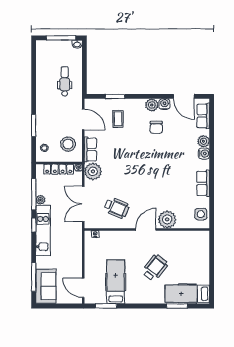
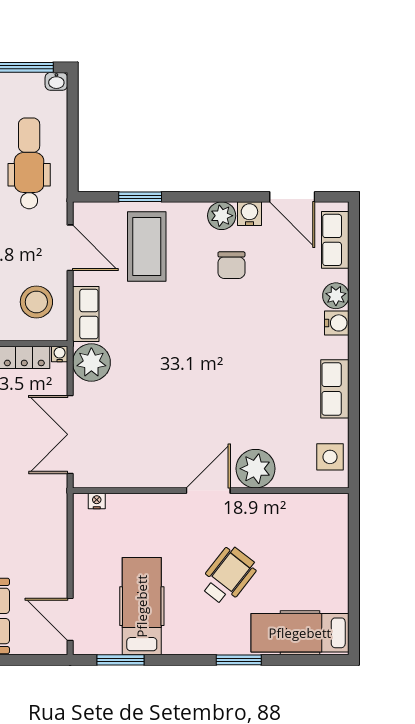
dental chair: (65, 81) -> (29, 163), width x1.36, depth x1.38
coffee table: (118, 119) -> (147, 247), width x1.86, depth x1.72
wheelchair: (116, 208) -> (143, 443), removed
window: (177, 306) -> (239, 660), moved

